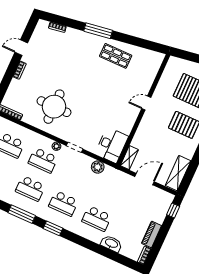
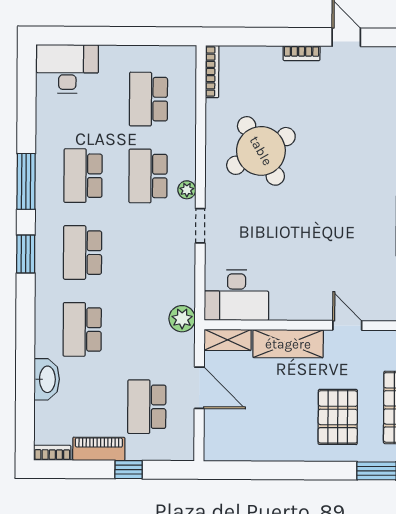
round table: (54, 107) -> (261, 151), turned -30
plant: (98, 167) -> (182, 319), moved
shelving: (178, 173) -> (288, 344), moved
school desk: (143, 206) -> (147, 407), added
window: (173, 210) -> (129, 470), moved

